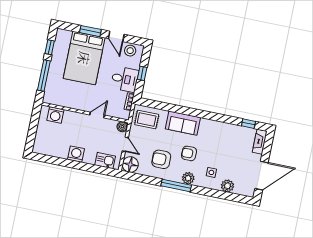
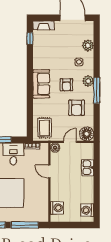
sofa: (183, 123) -> (41, 84), moved
washing machine: (76, 154) -> (87, 210), moved
kitchen sink: (105, 161) -> (88, 168), moved

